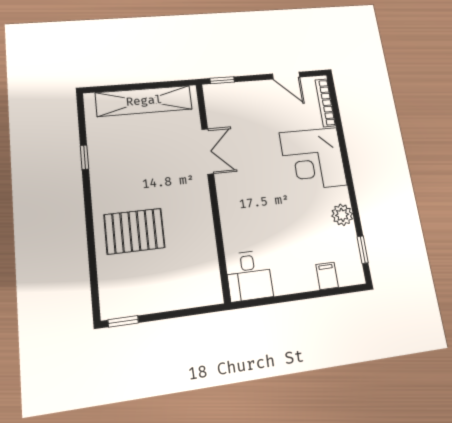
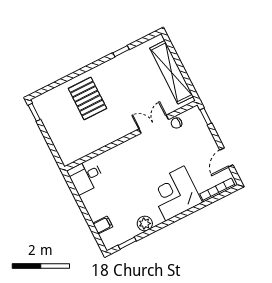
chair: (217, 121) -> (176, 123), added
double door: (208, 151) -> (154, 124), swing flipped

